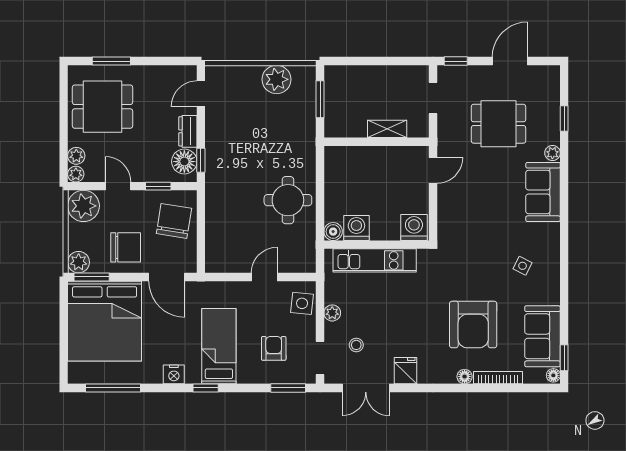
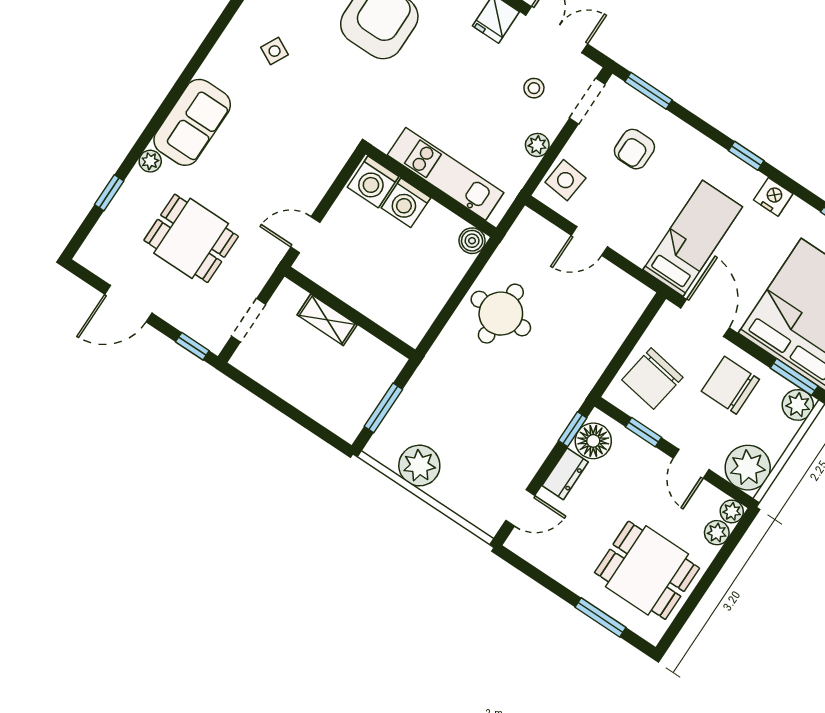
washing machine: (356, 228) -> (406, 203), moved
bed: (219, 346) -> (693, 238), moved, turned 180

